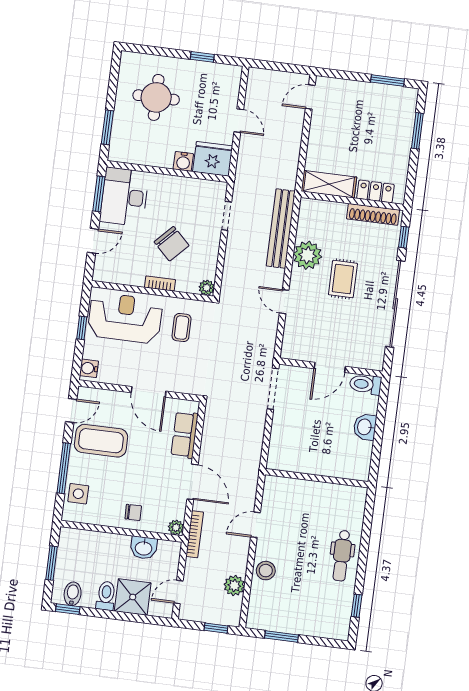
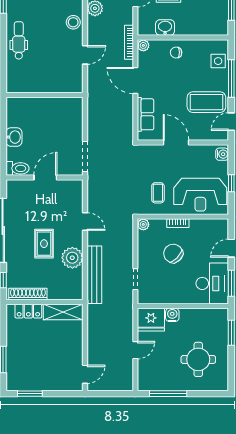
window: (202, 57) -> (168, 394), width x2.17
door: (239, 121) -> (135, 350), swing flipped

